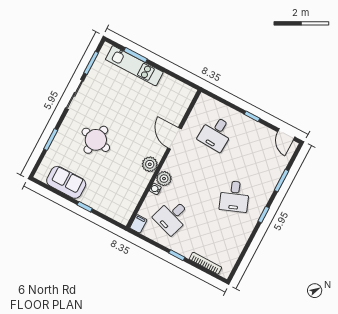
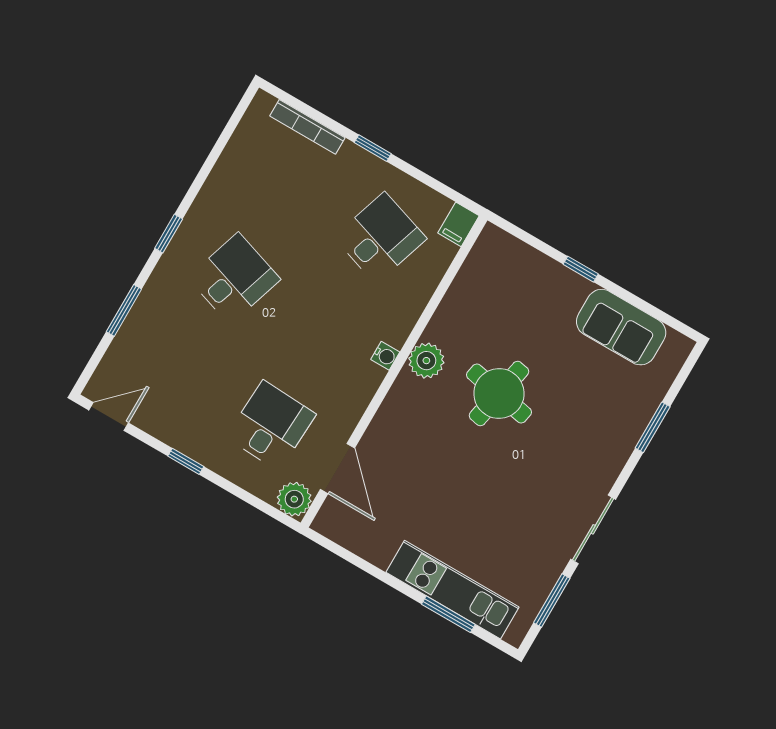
door: (286, 134) -> (109, 416), hinge flipped
door: (174, 138) -> (337, 469), moved
round table: (96, 140) -> (499, 394), moved
plant: (164, 179) -> (294, 499), moved
water cooler: (155, 189) -> (385, 356), moved
desk: (234, 196) -> (234, 278), turned 39

